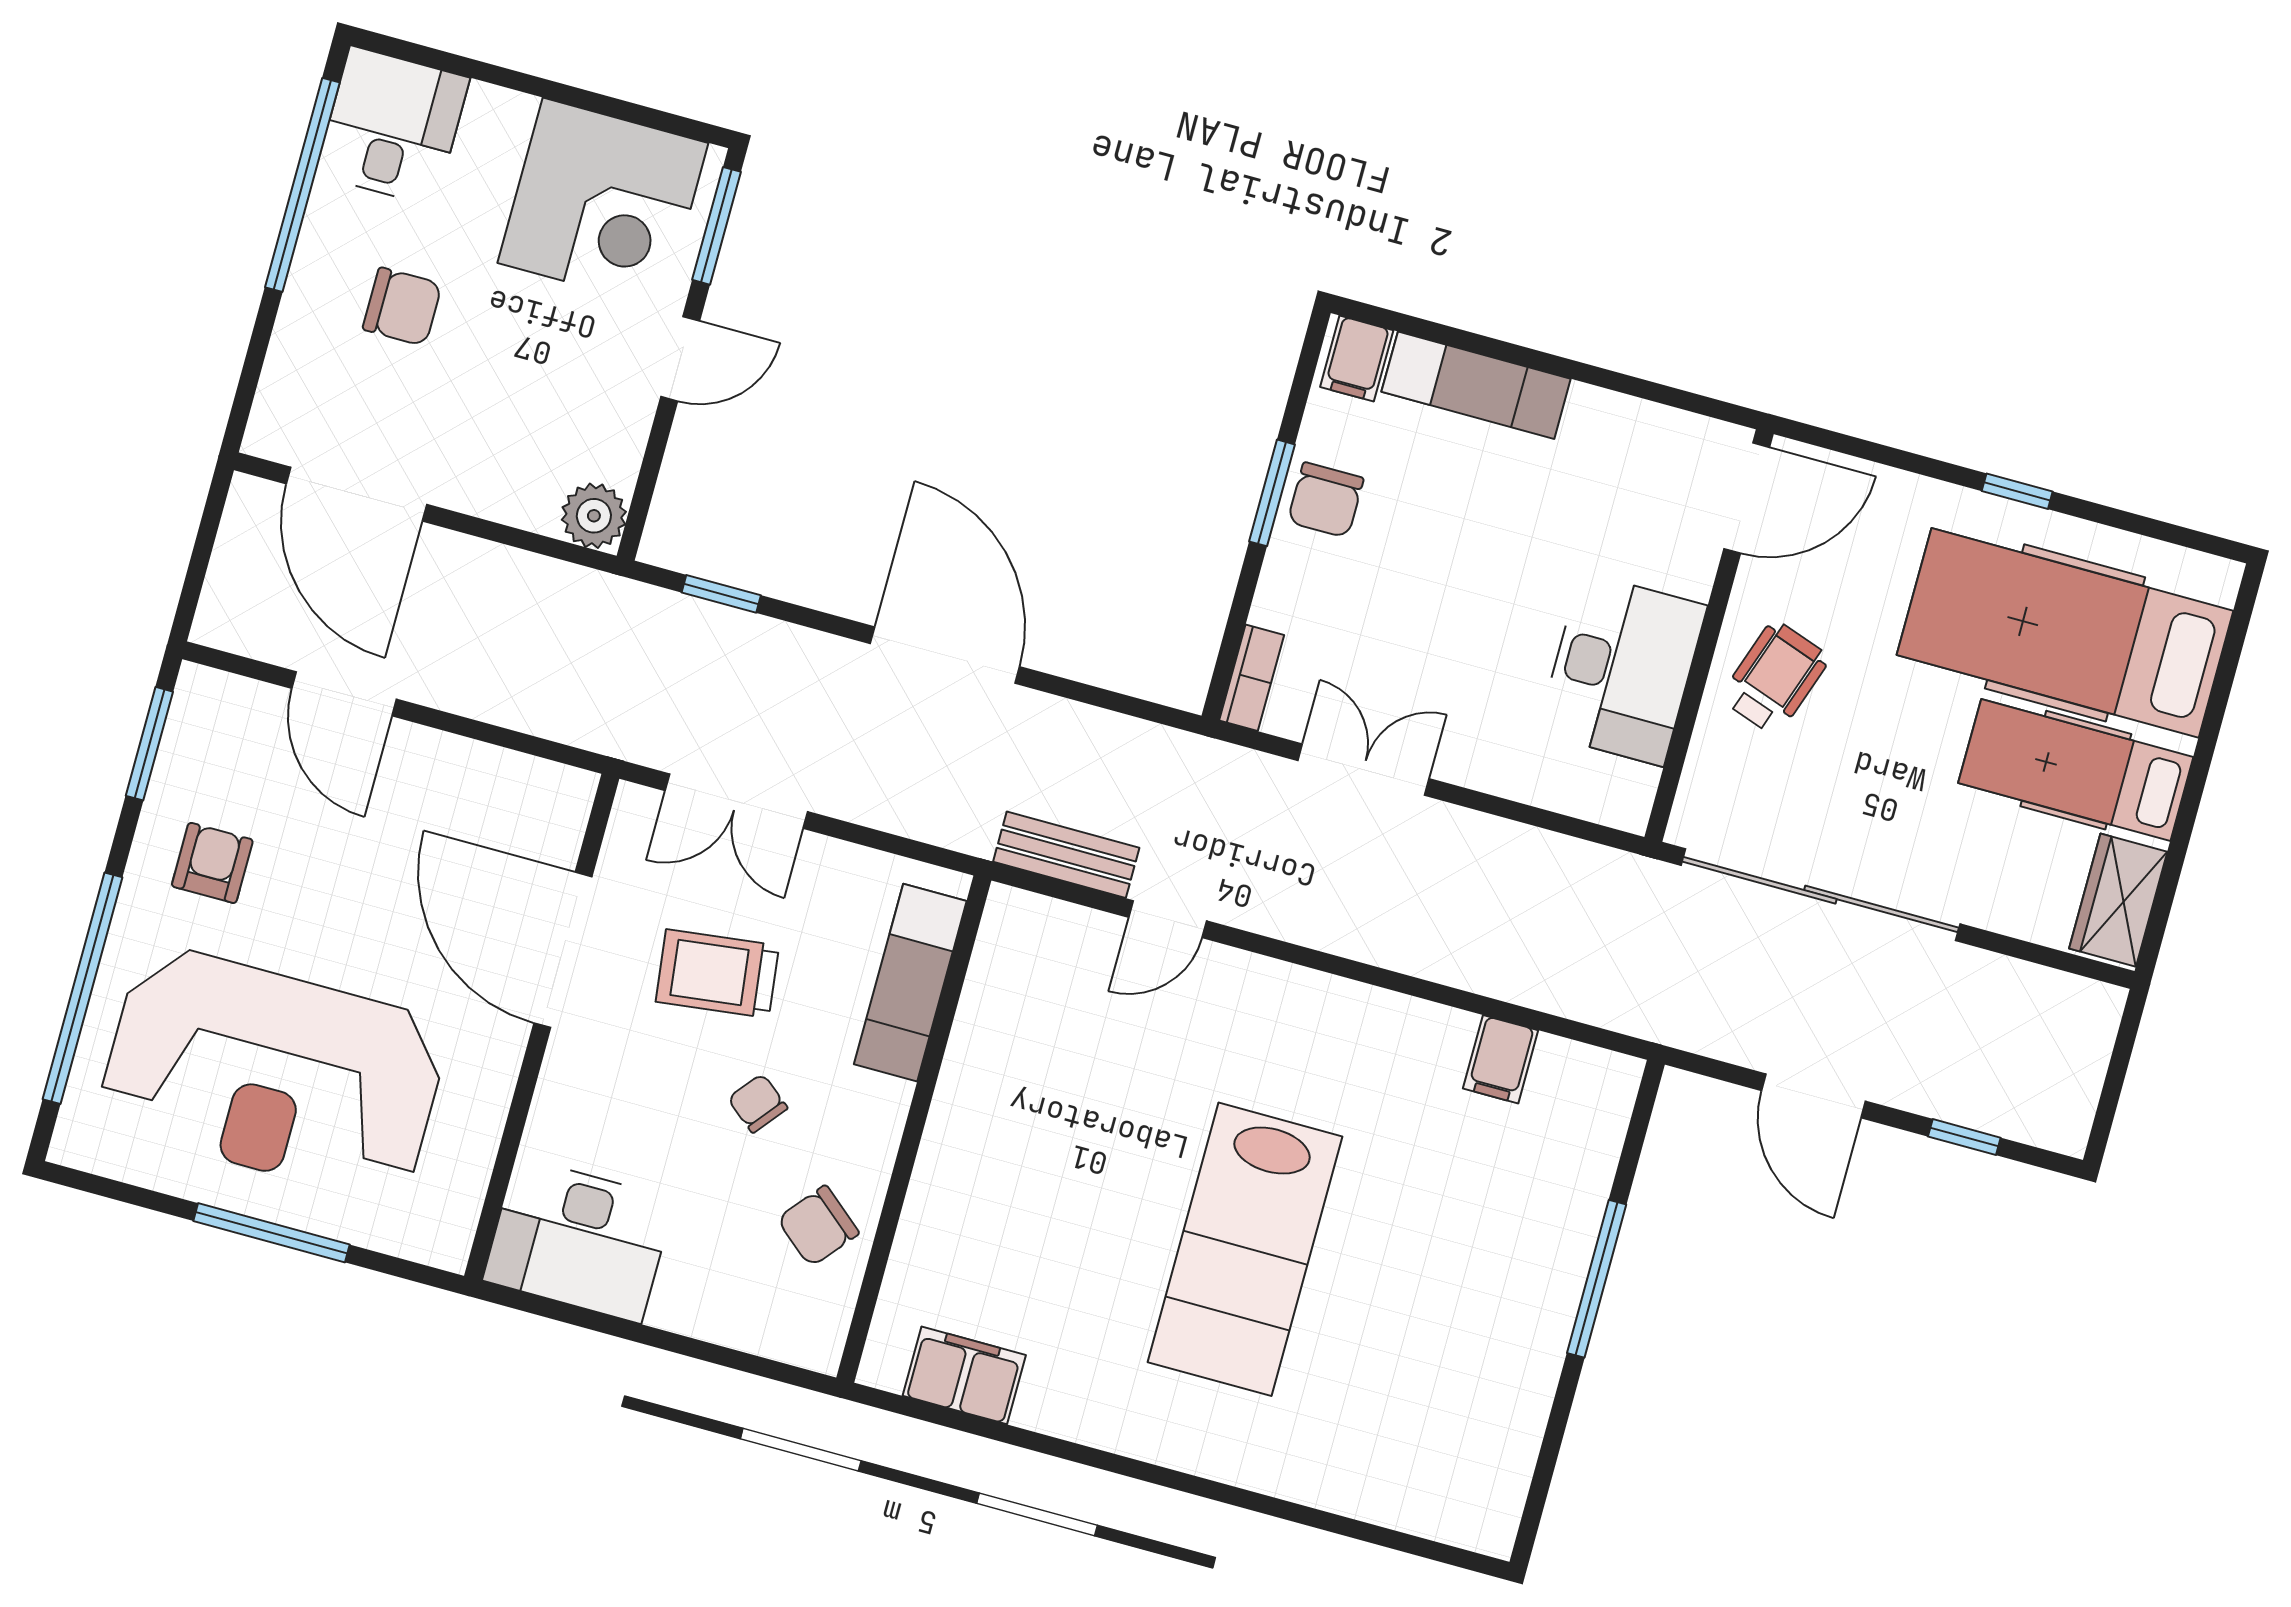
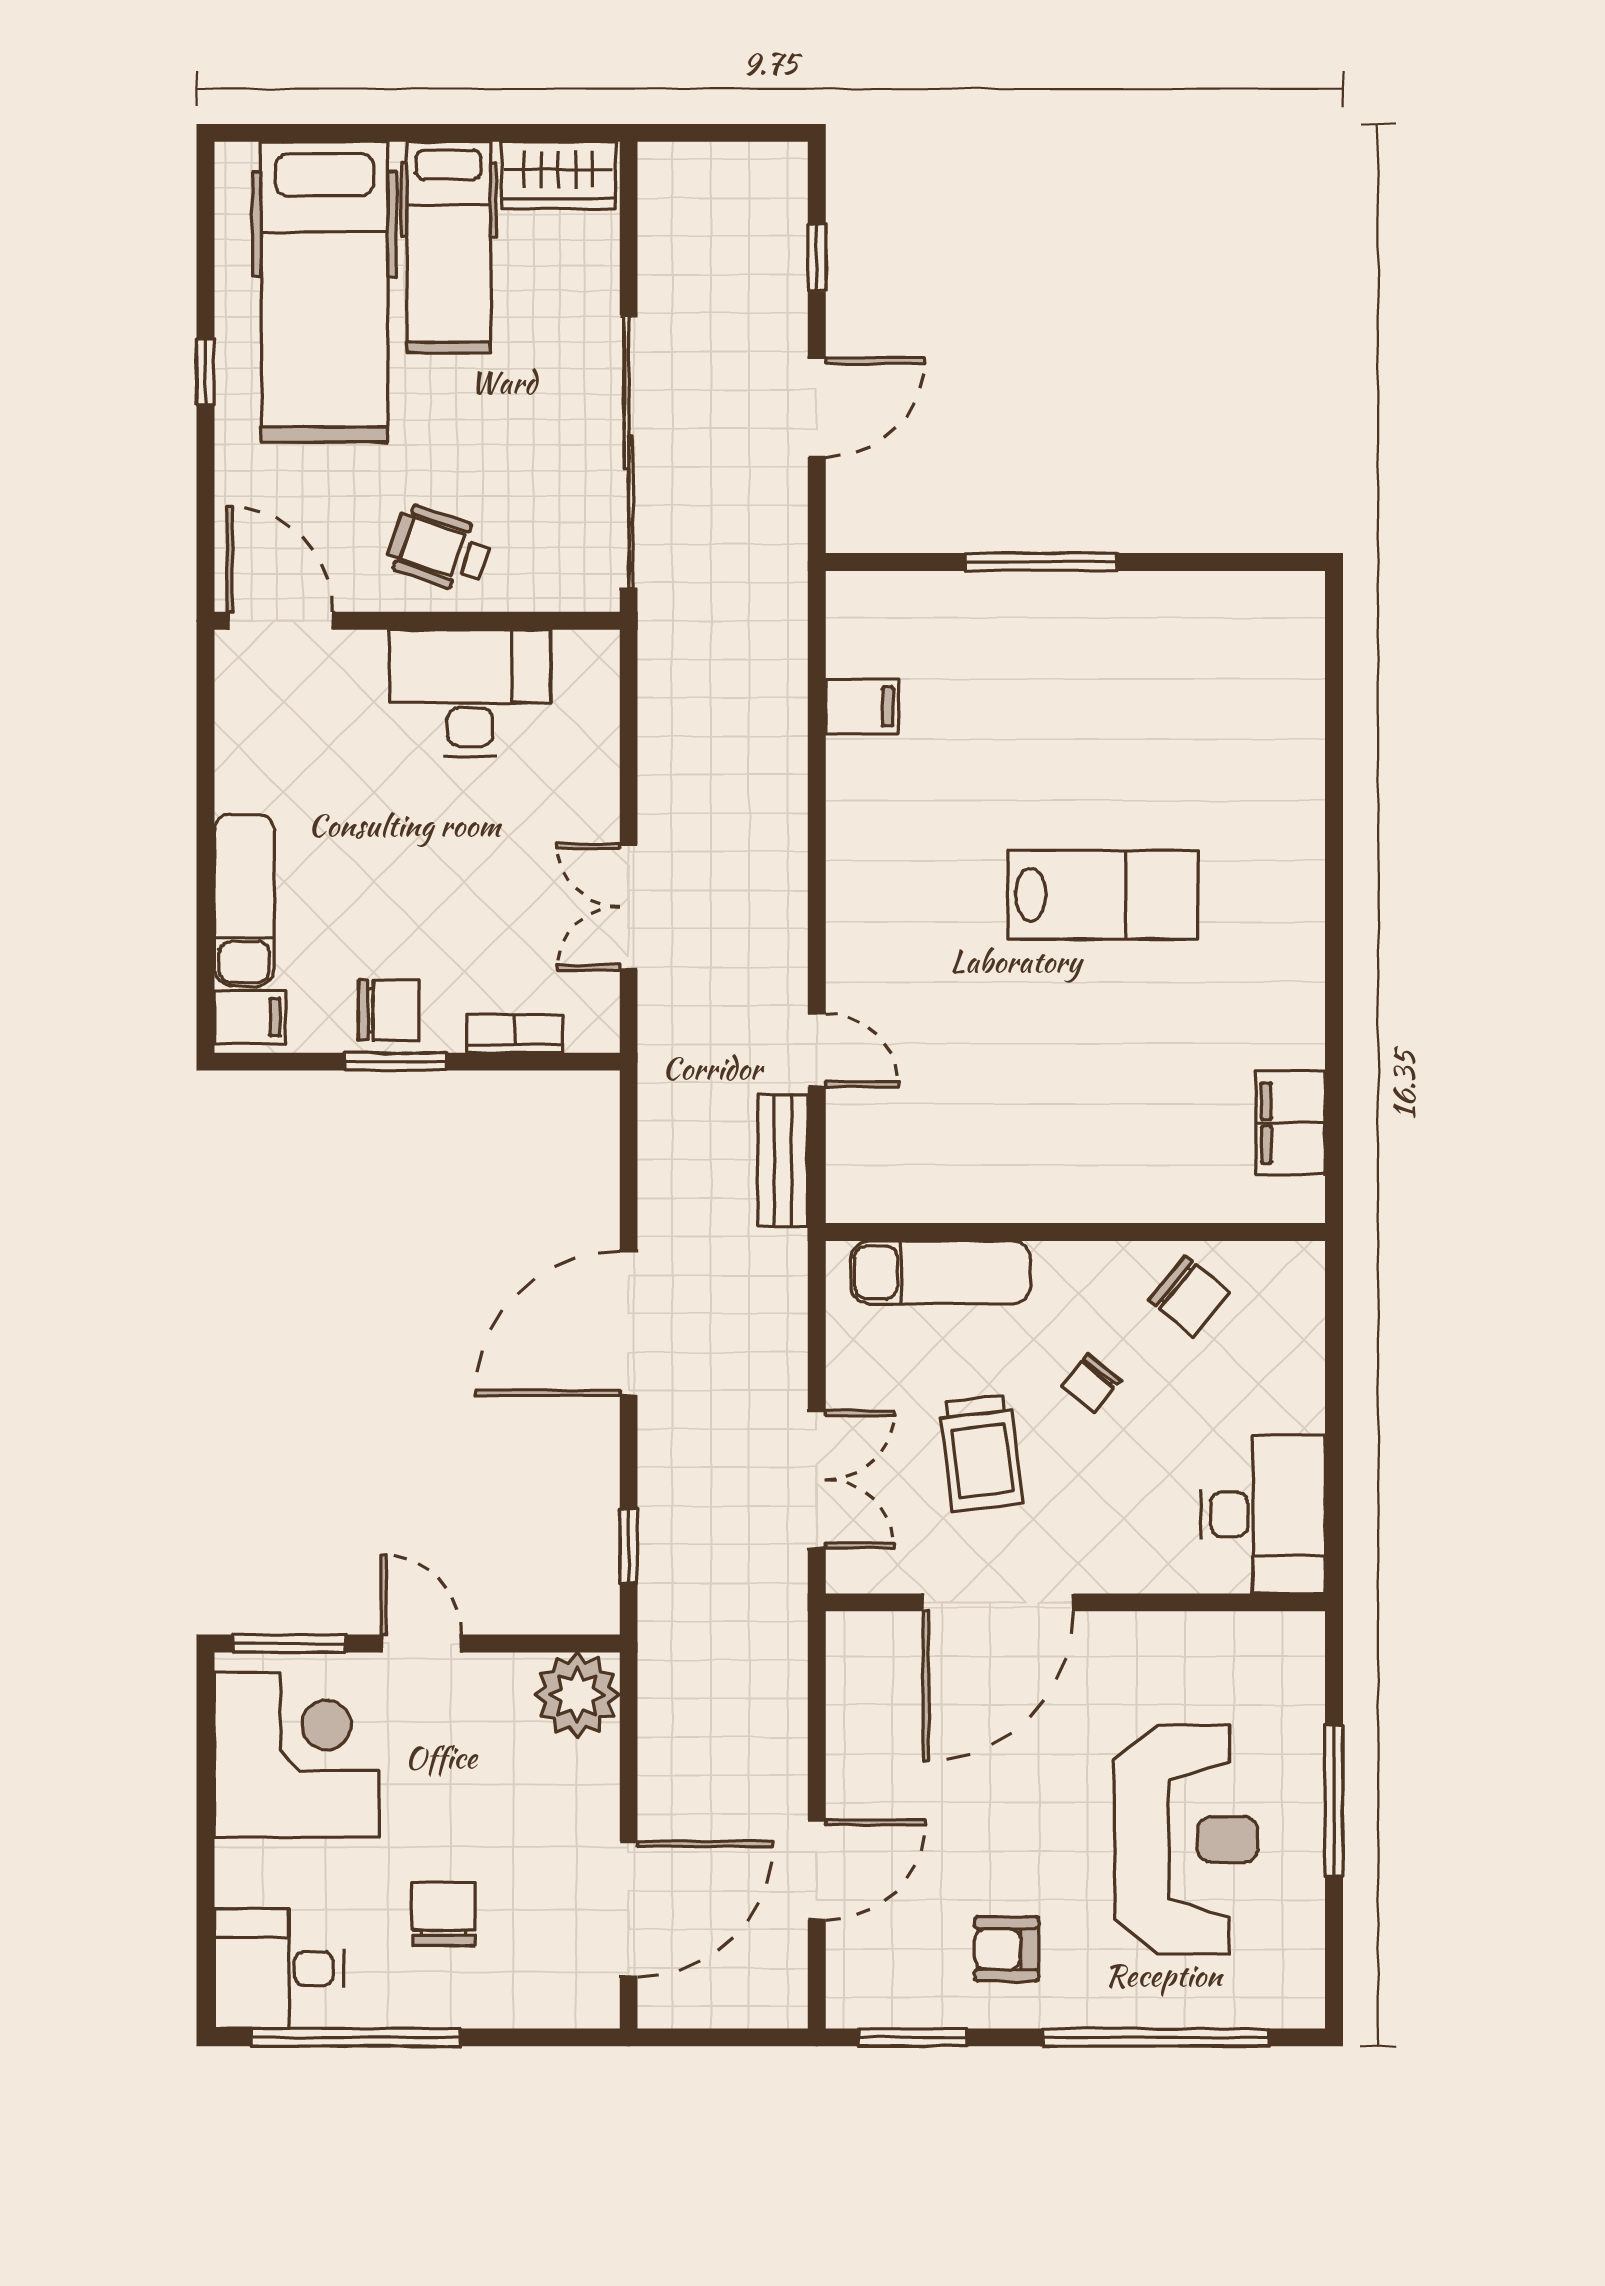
plant: (594, 516) -> (577, 1695), width x1.36, depth x1.36
bookcase: (1252, 678) -> (515, 1034), moved
reception desk: (273, 1073) -> (1186, 1839), width x0.74, depth x0.77
lab bench: (1245, 1249) -> (1103, 895), width x0.73, depth x0.72

